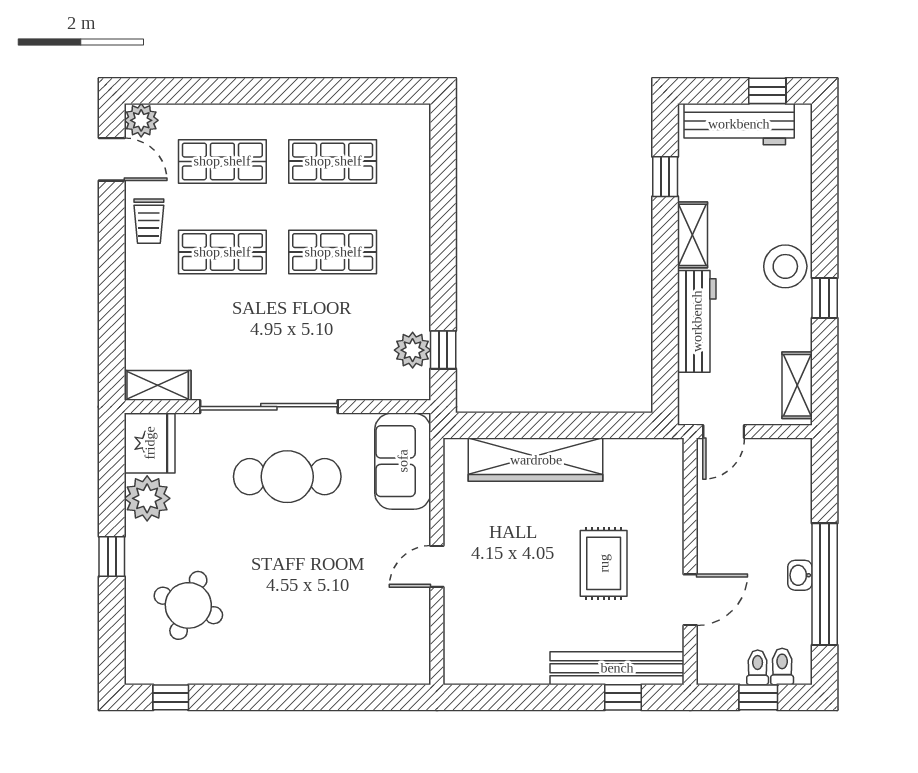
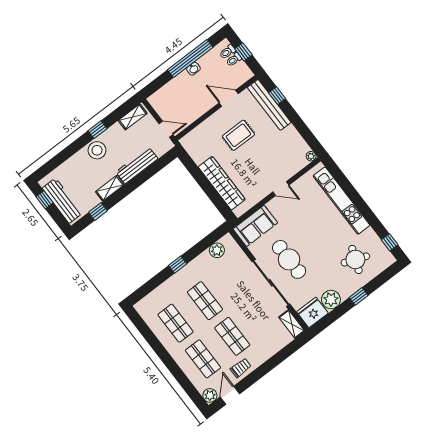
window: (443, 350) -> (178, 265), moved
kitchen unit: (323, 666) -> (342, 201), added
plant: (455, 673) -> (311, 156), added

